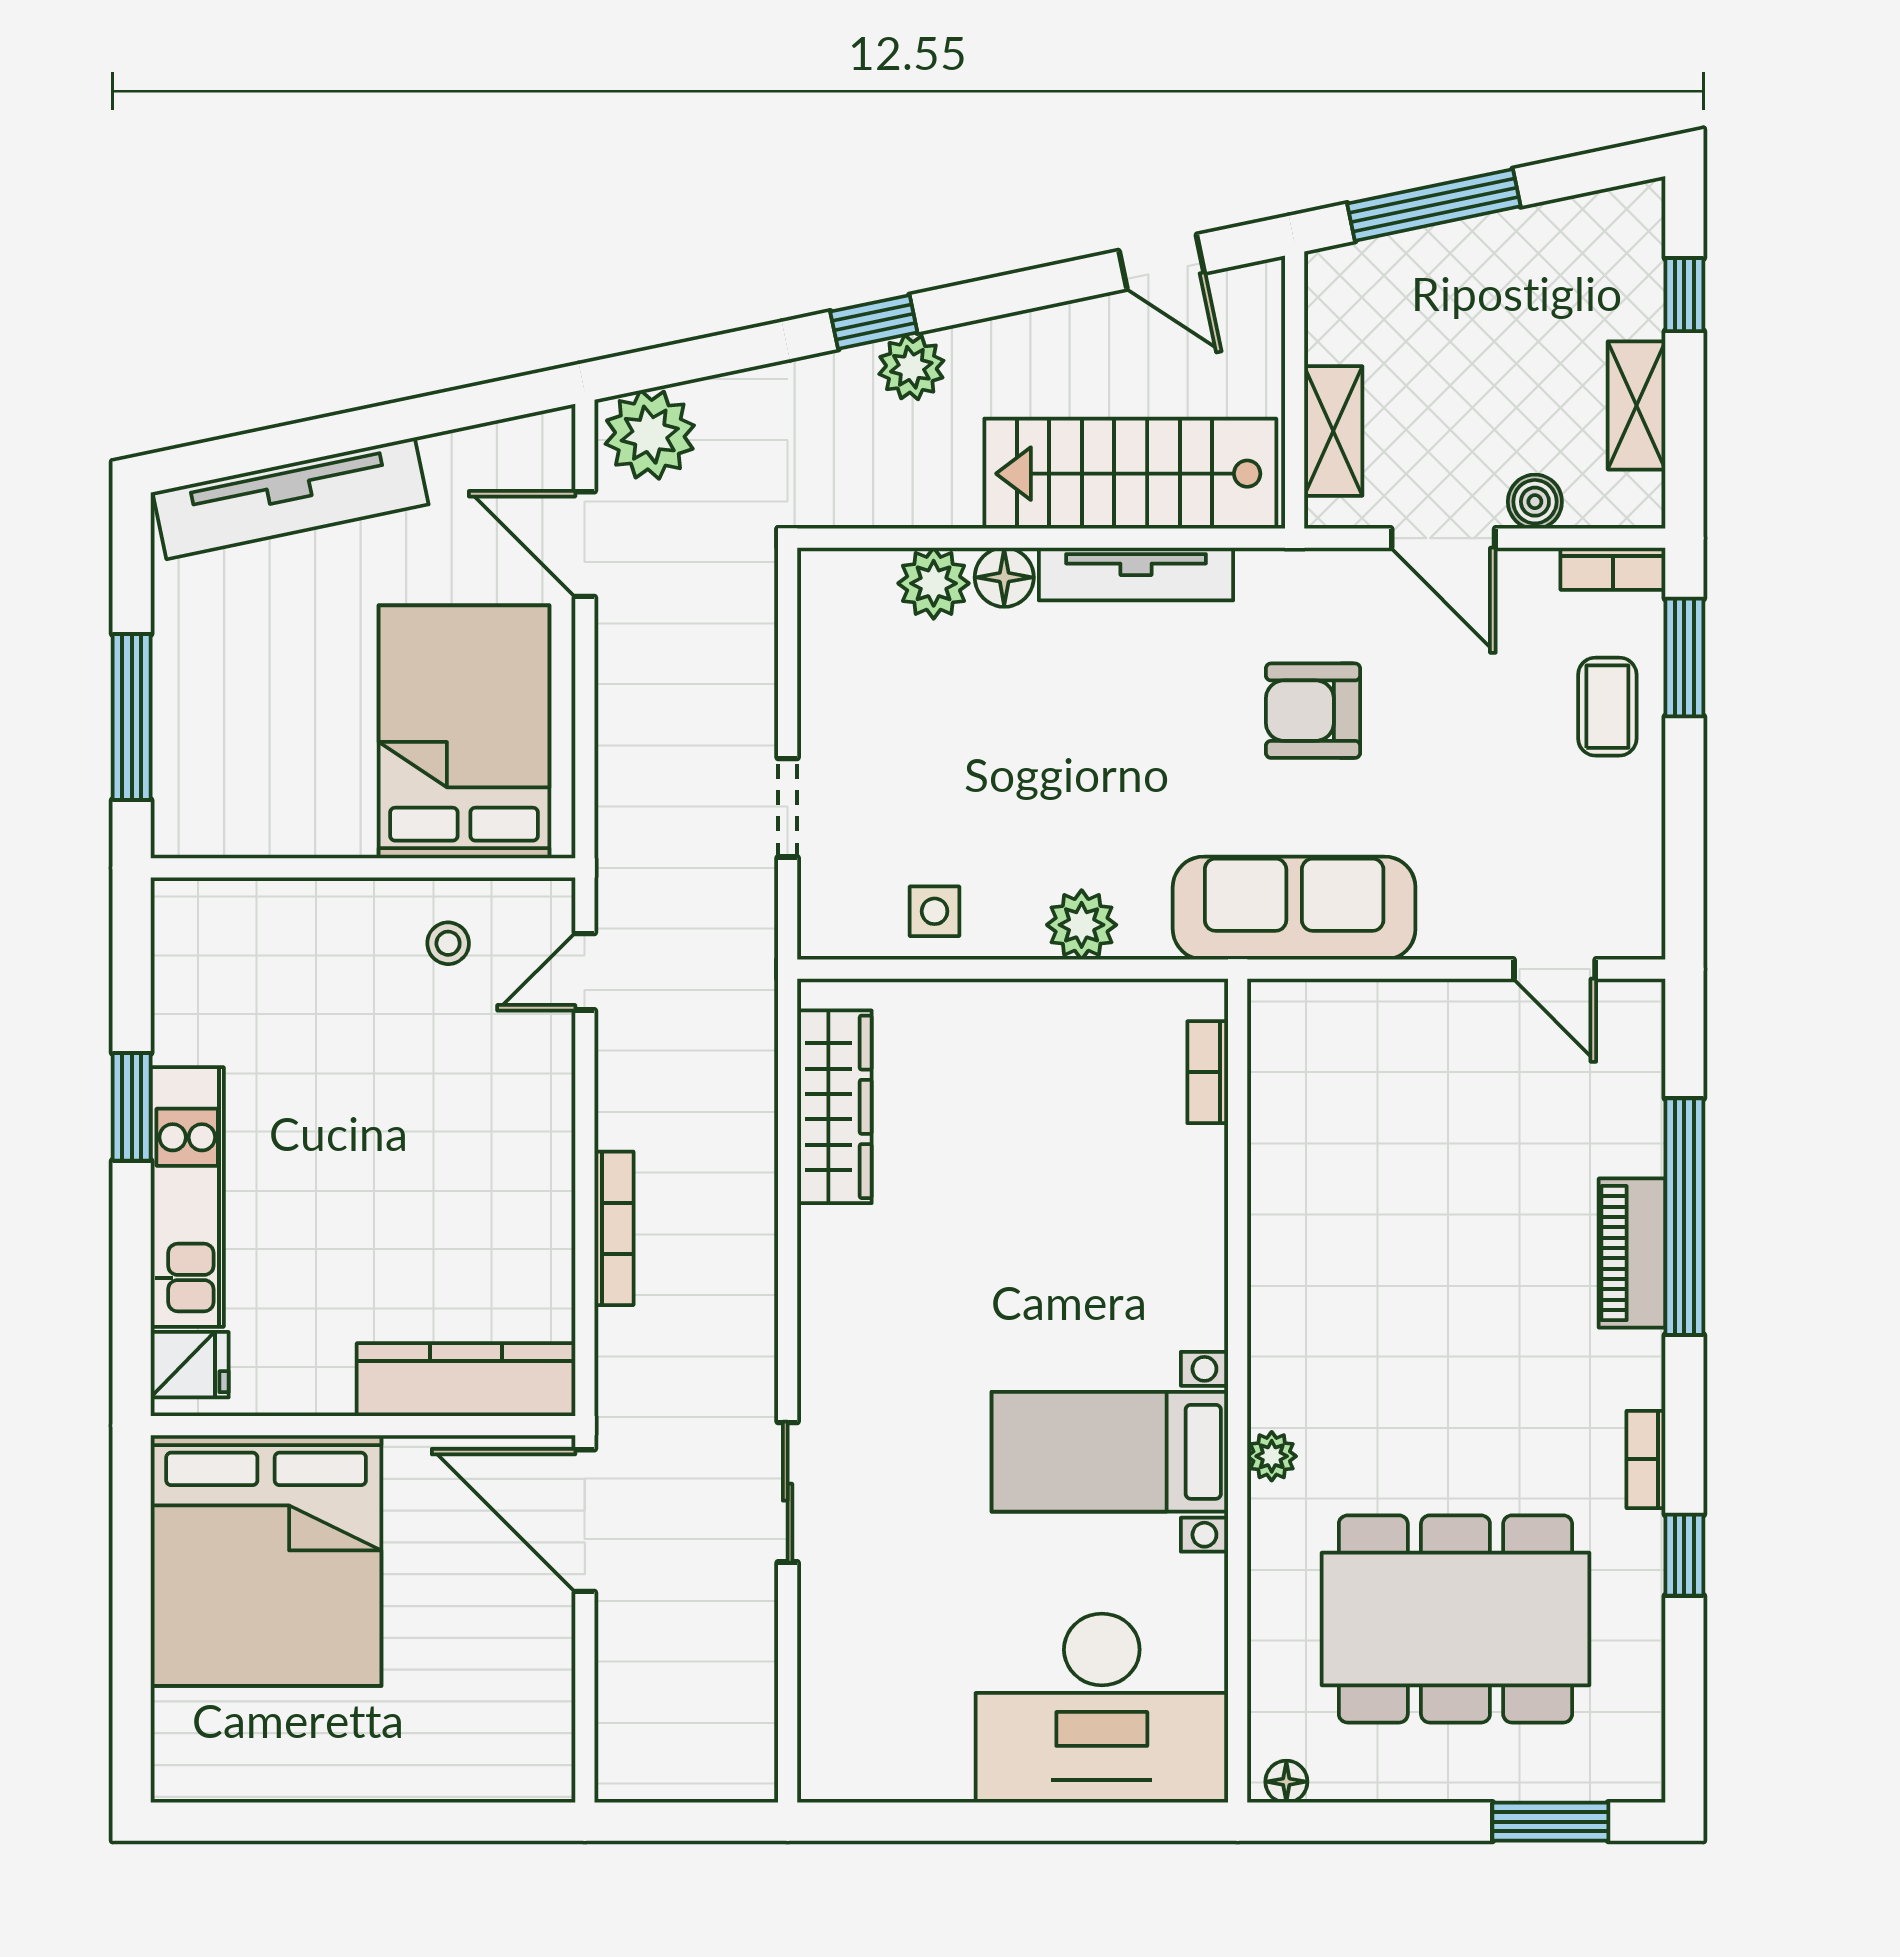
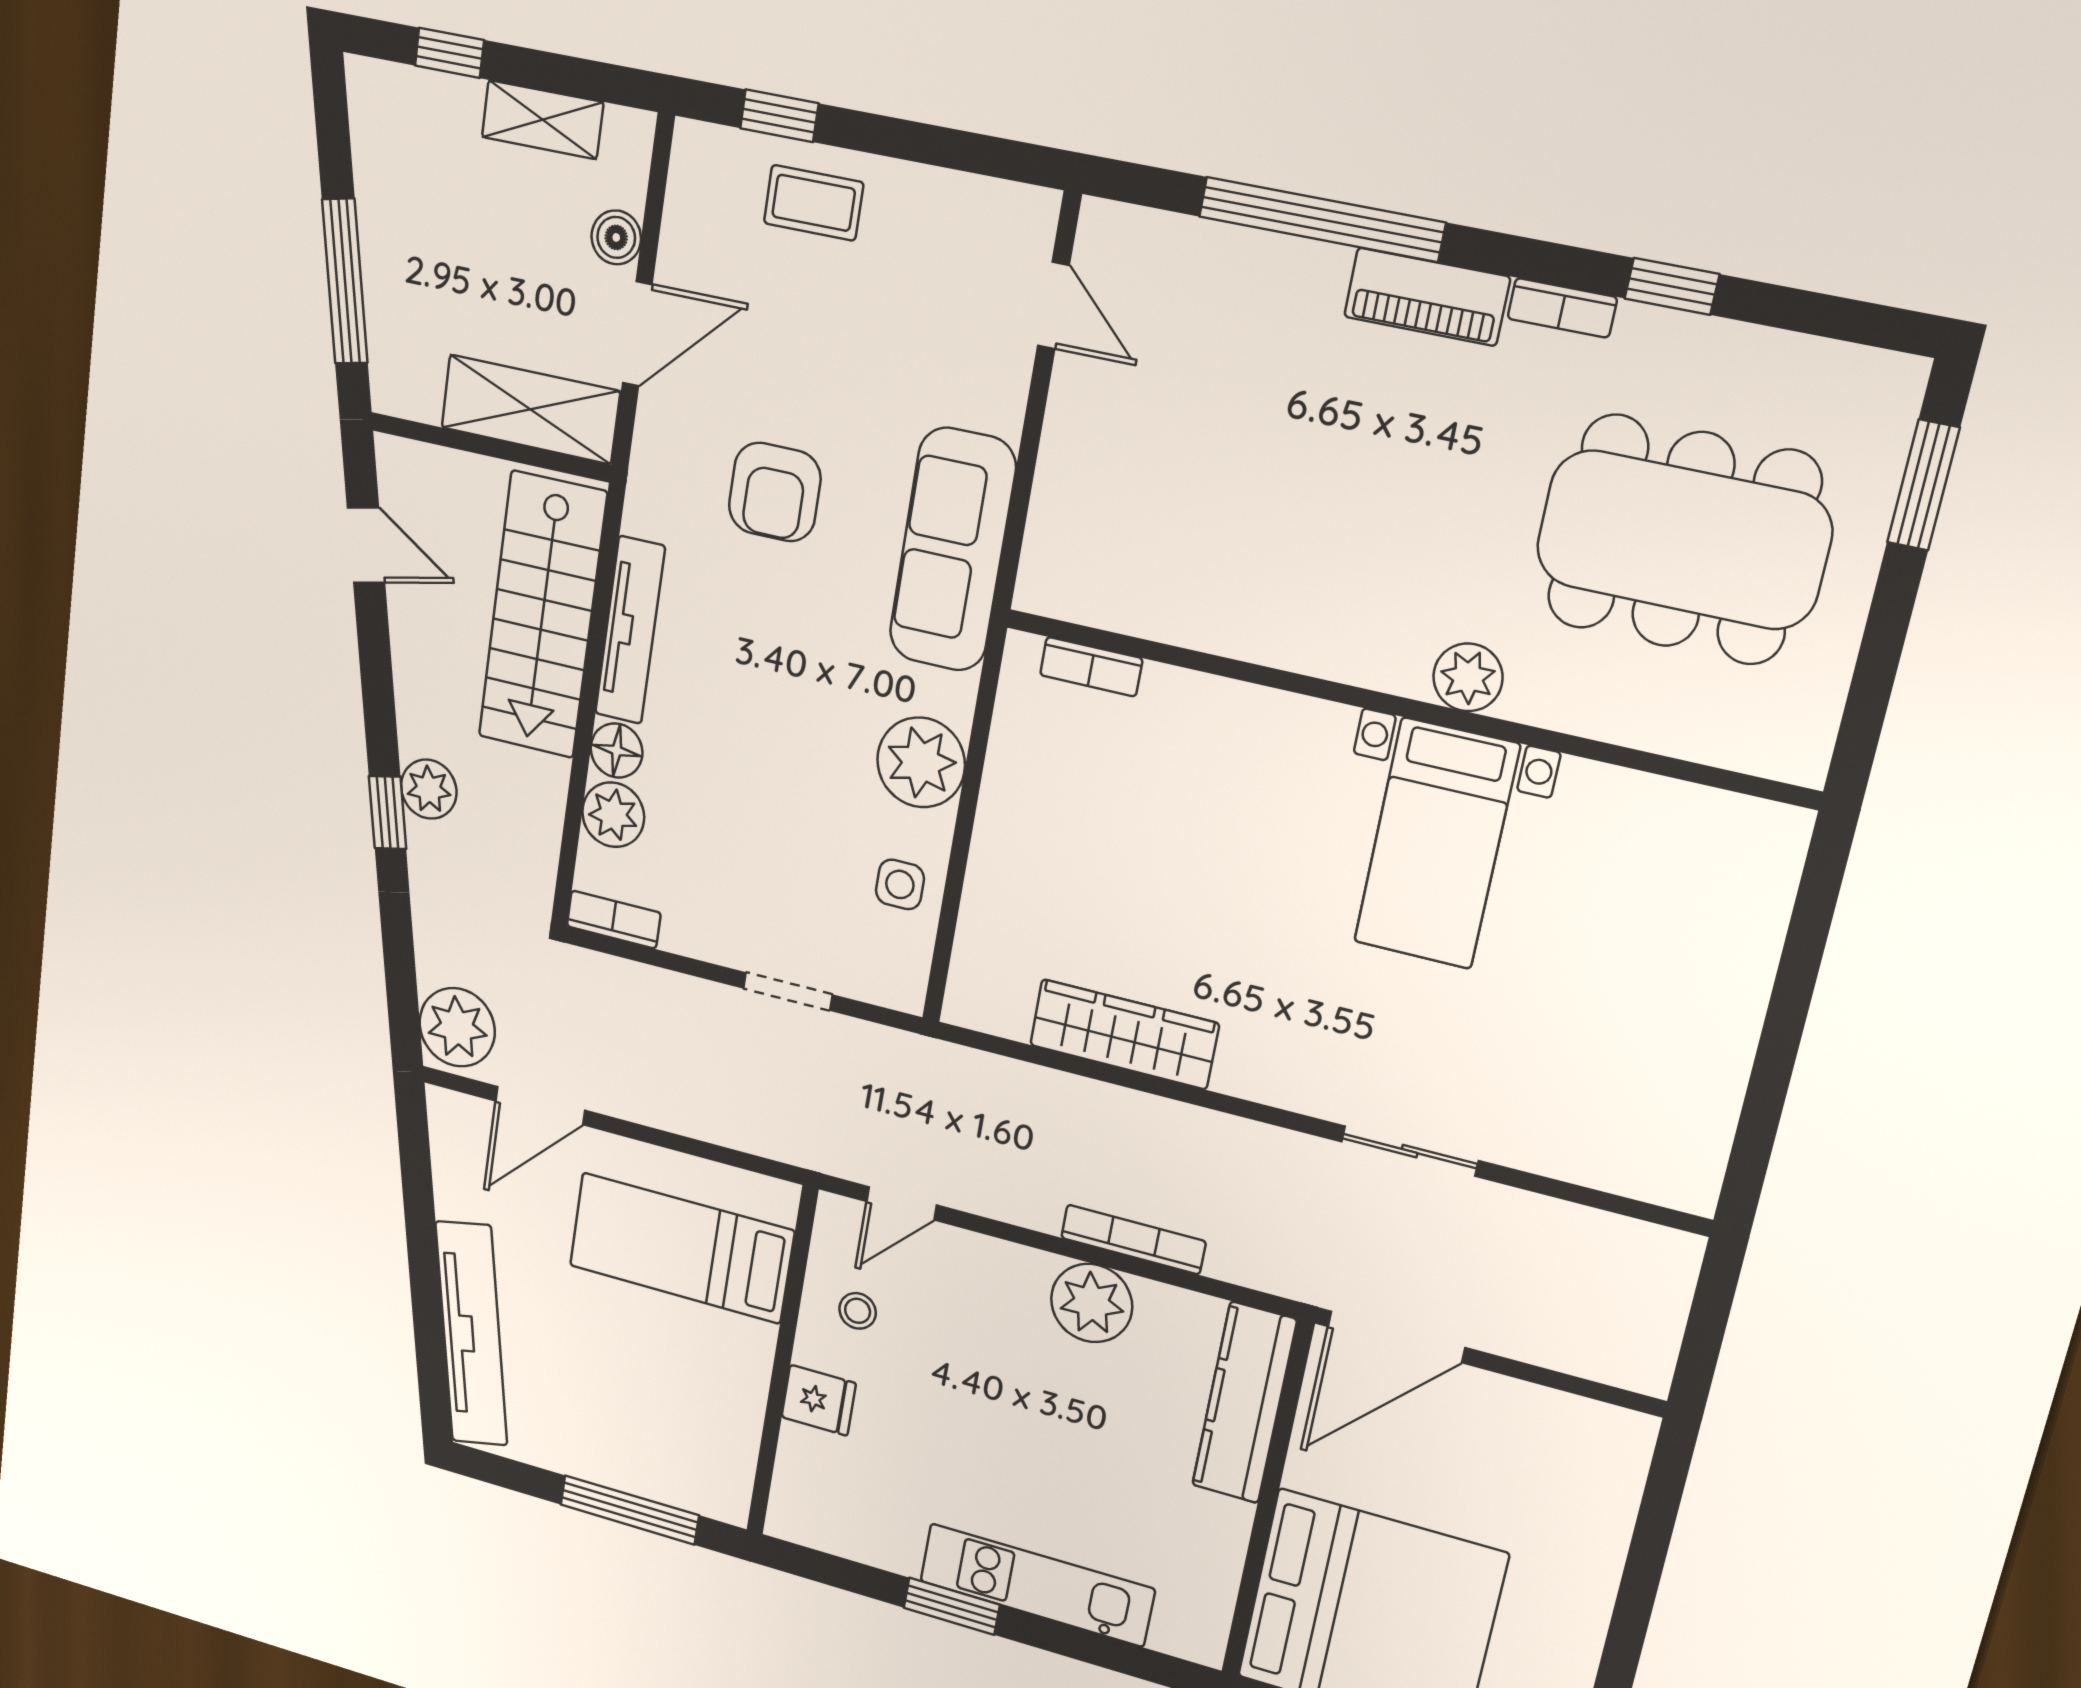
door: (1162, 262) -> (366, 545), hinge flipped
shelving: (1333, 431) -> (530, 409), width x1.50, depth x1.33
bookcase: (1613, 569) -> (614, 920), moved, turned -90
window: (1684, 658) -> (779, 116), width x0.67
bed: (464, 732) -> (681, 1248), width x0.67
plant: (1082, 925) -> (921, 762), width x1.36, depth x1.36
door: (1555, 969) -> (1053, 305), hinge flipped
door: (585, 972) -> (902, 1203), hinge flipped
wardrobe: (834, 1107) -> (1124, 1034), moved
plant: (531, 1197) -> (1092, 1303), added
piano: (1632, 1253) -> (1427, 297), moved
fridge: (190, 1365) -> (819, 1400), moved, turned 90
plant: (1272, 1456) -> (1468, 677), width x1.38, depth x1.38
dining table: (1455, 1619) -> (1683, 540), turned 90
desk: (1102, 1708) -> (1690, 911), removed
floor lamp: (1286, 1782) -> (1811, 748), removed

